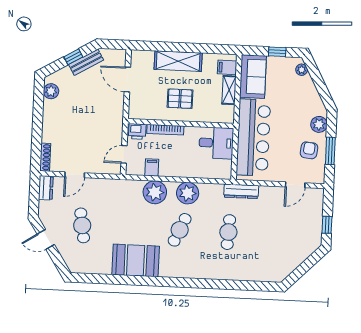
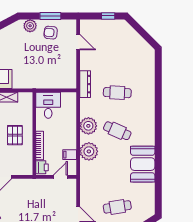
bar counter: (253, 137) -> (43, 76), removed
door: (124, 154) -> (60, 177), swing flipped

